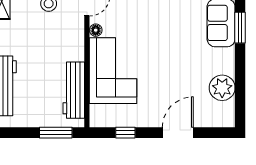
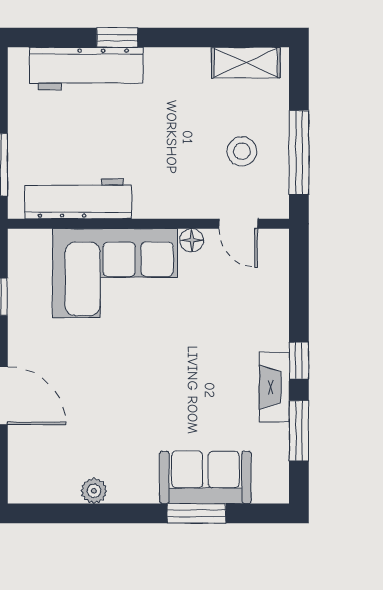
plant: (222, 88) -> (94, 491), width x0.53, depth x0.53

